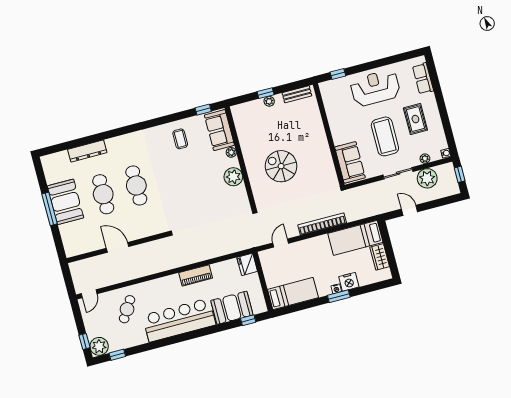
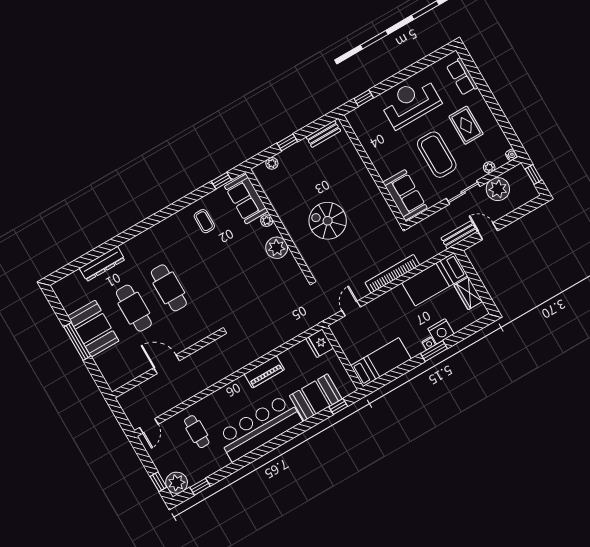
plant: (269, 101) -> (272, 163), moved
bench: (385, 207) -> (459, 235), added
cafe table: (127, 309) -> (197, 432), turned -32

